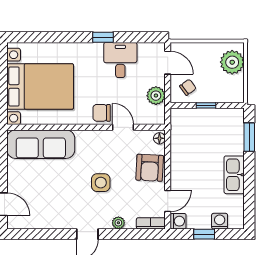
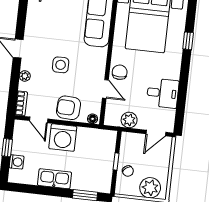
window: (103, 37) -> (188, 41), moved
chair: (188, 87) -> (128, 171), moved
door: (123, 127) -> (105, 89), hinge flipped
washing machine: (178, 221) -> (63, 138), moved, width x1.89, depth x1.89

